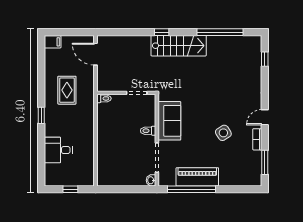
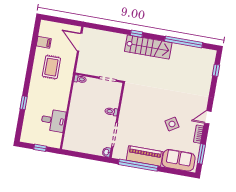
filing cabinet: (53, 42) -> (44, 42), moved
window: (41, 115) -> (24, 103), moved
sofa: (169, 121) -> (179, 160), moved, turned -90
desk: (58, 150) -> (53, 120), moved, turned 180

